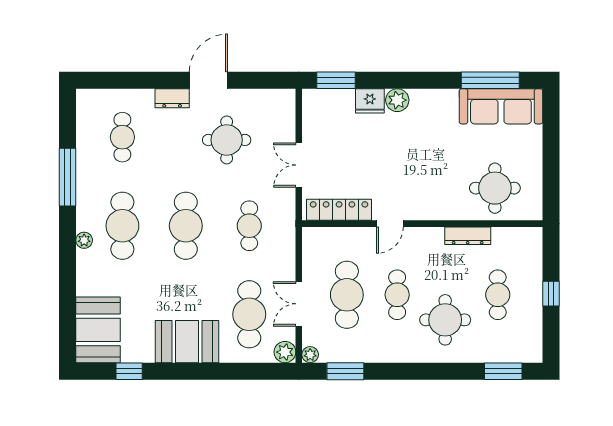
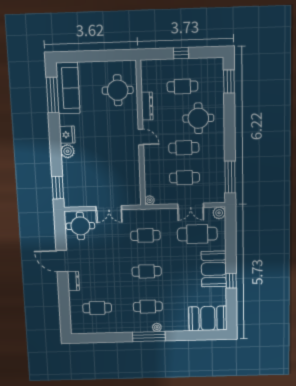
fridge: (370, 101) -> (67, 135), moved
round table: (227, 140) -> (80, 226), moved
window: (68, 177) -> (149, 336), moved
locker: (339, 210) -> (134, 184), removed
door: (390, 224) -> (141, 137), moved
cafe table: (122, 226) -> (148, 307), width x0.73, depth x0.74
cafe table: (186, 226) -> (147, 271), width x0.73, depth x0.74
cafe table: (347, 295) -> (185, 178), width x0.73, depth x0.74
plant: (310, 355) -> (150, 200), moved
window: (129, 371) -> (231, 281), moved
window: (345, 371) -> (230, 177), width x1.44

